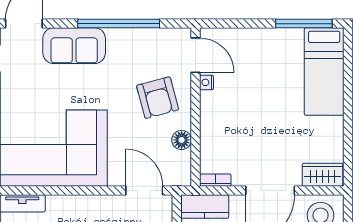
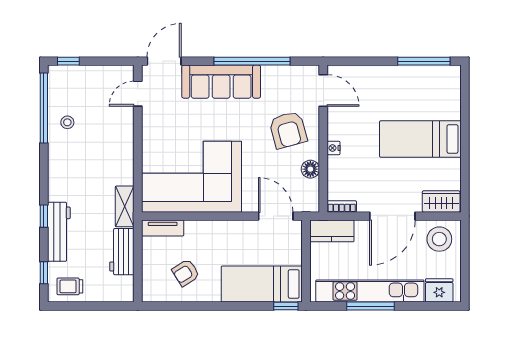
sofa: (74, 46) -> (221, 82), width x1.36
bed: (324, 72) -> (420, 139), moved, turned 90
nightstand: (206, 82) -> (334, 148), moved

